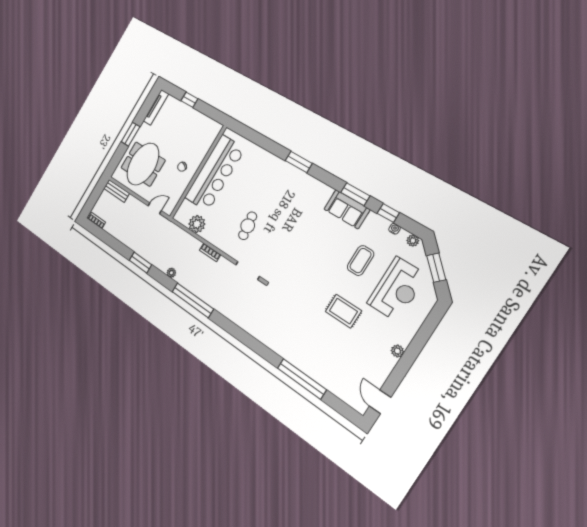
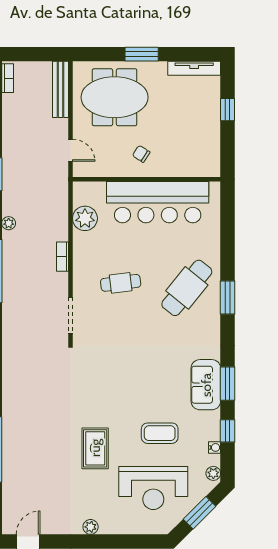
cafe table: (277, 185) -> (187, 288), added
bench: (117, 191) -> (60, 89), width x1.36

